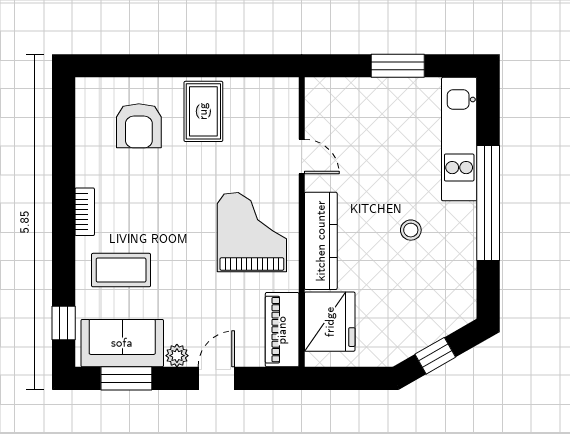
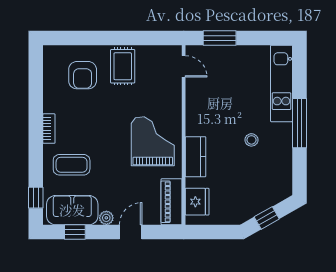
window: (398, 66) -> (220, 38), moved
door: (302, 157) -> (184, 66), moved
window: (488, 203) -> (299, 123), width x0.68
kitchen counter: (321, 241) -> (196, 157), width x0.67
fridge: (330, 322) -> (197, 202), width x0.73, depth x0.75
window: (126, 378) -> (75, 232), width x0.67

